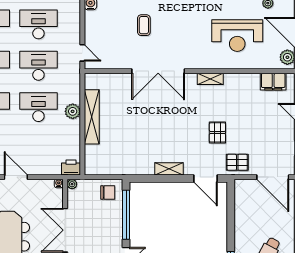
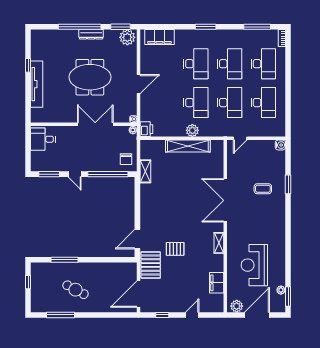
filing cabinet: (273, 82) -> (217, 283), moved
pallet: (237, 162) -> (151, 265), width x1.50, depth x1.42
shelving: (169, 169) -> (145, 171), moved

